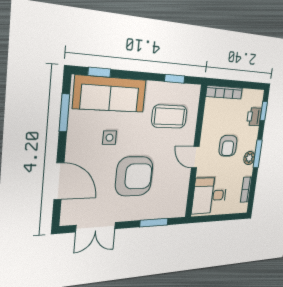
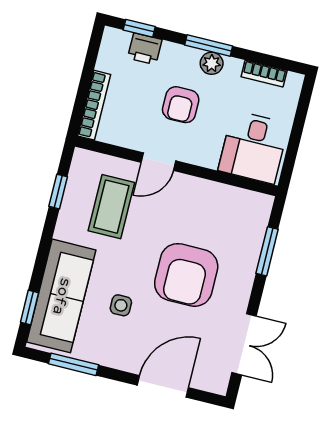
armchair: (228, 146) -> (181, 105), turned 90
door: (195, 157) -> (158, 162), moved
armchair: (134, 176) -> (186, 275), turned 180

